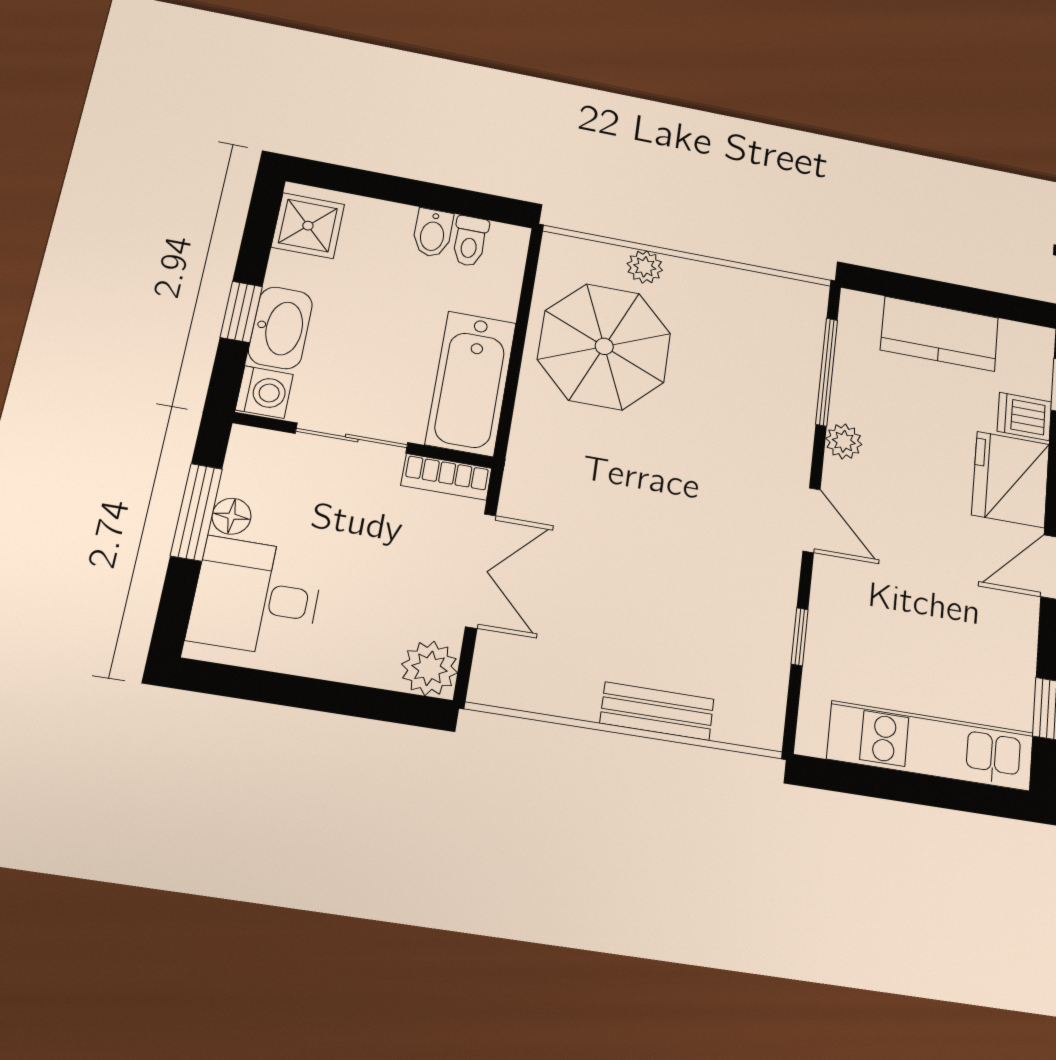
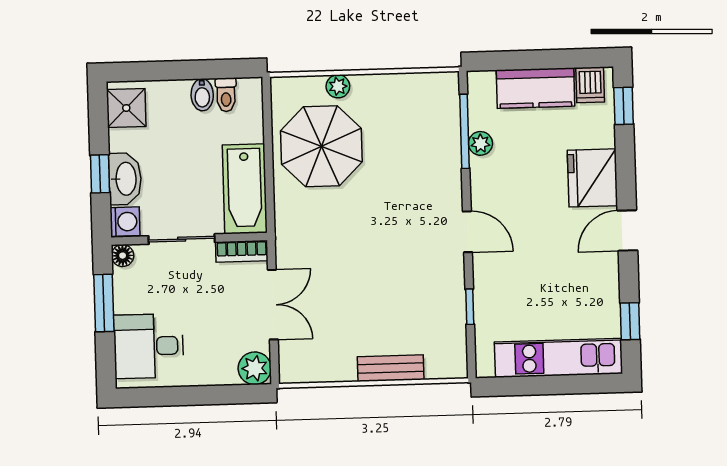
dishwasher: (1024, 416) -> (590, 85), moved, turned -90
plant: (844, 441) -> (480, 143), moved
floor lamp: (232, 516) -> (123, 256), moved

